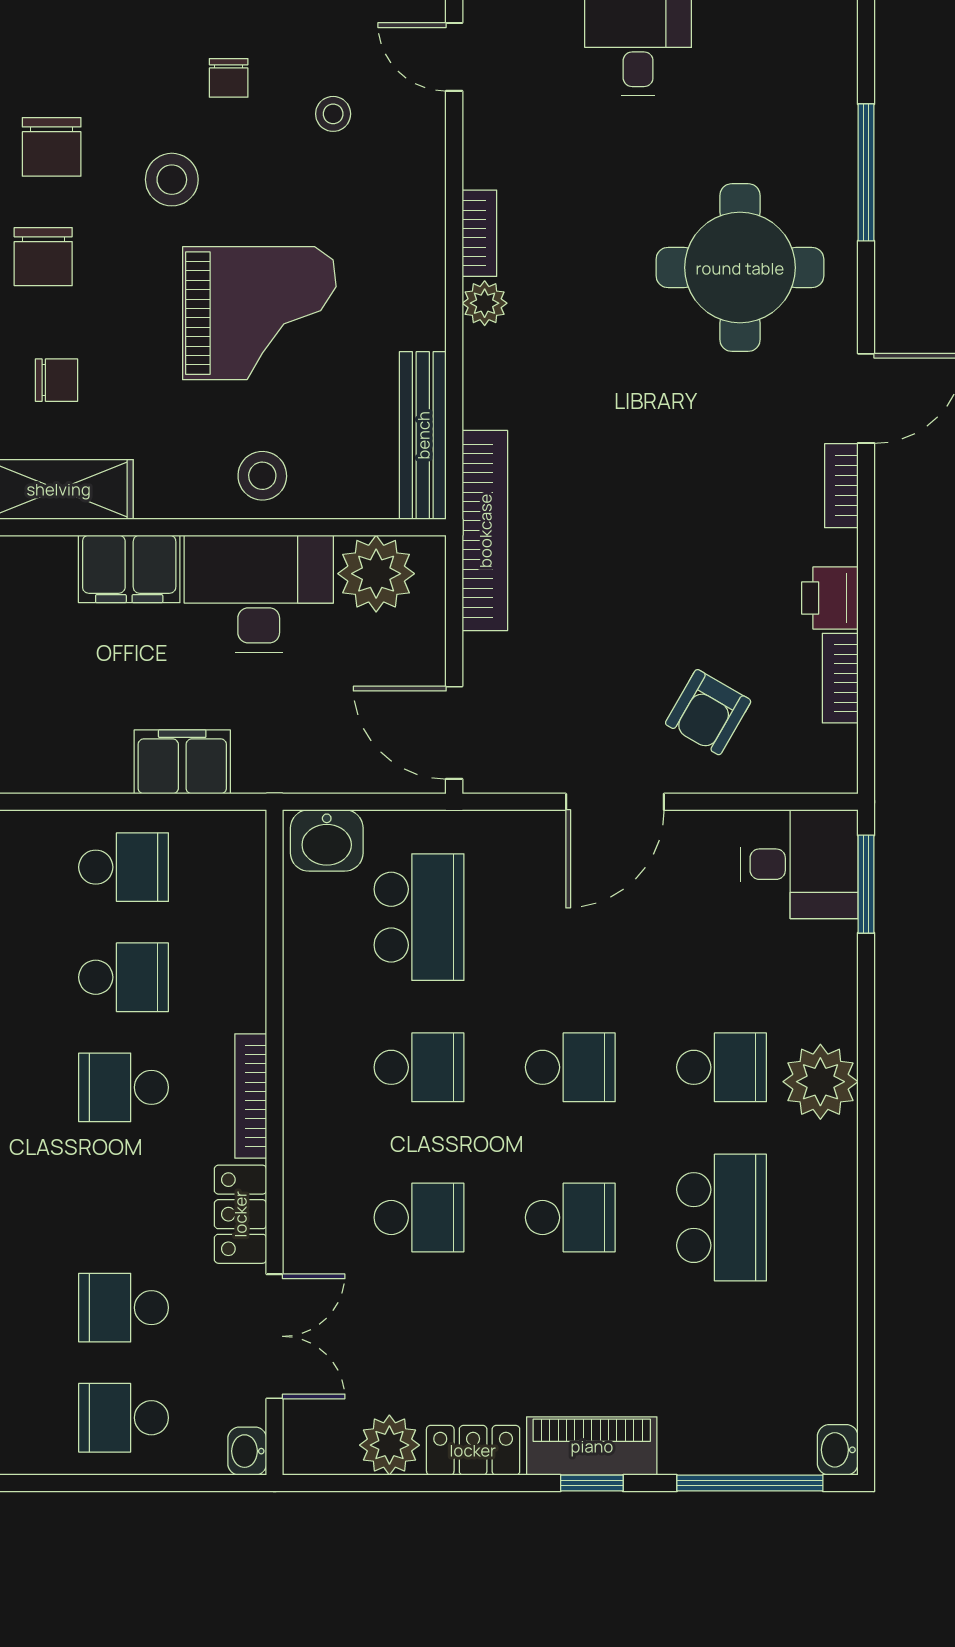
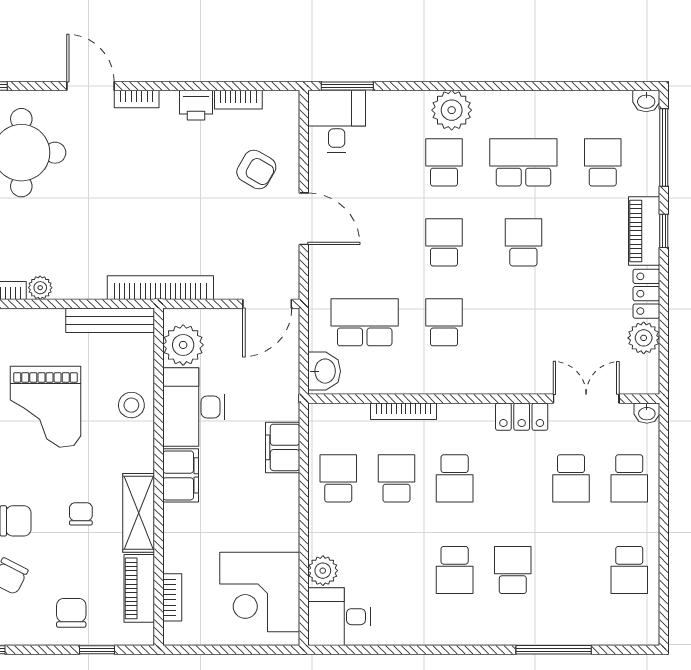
grand piano: (259, 313) -> (45, 407), turned 180
bookcase: (251, 1096) -> (404, 411), moved
school desk: (419, 1218) -> (603, 162), moved

